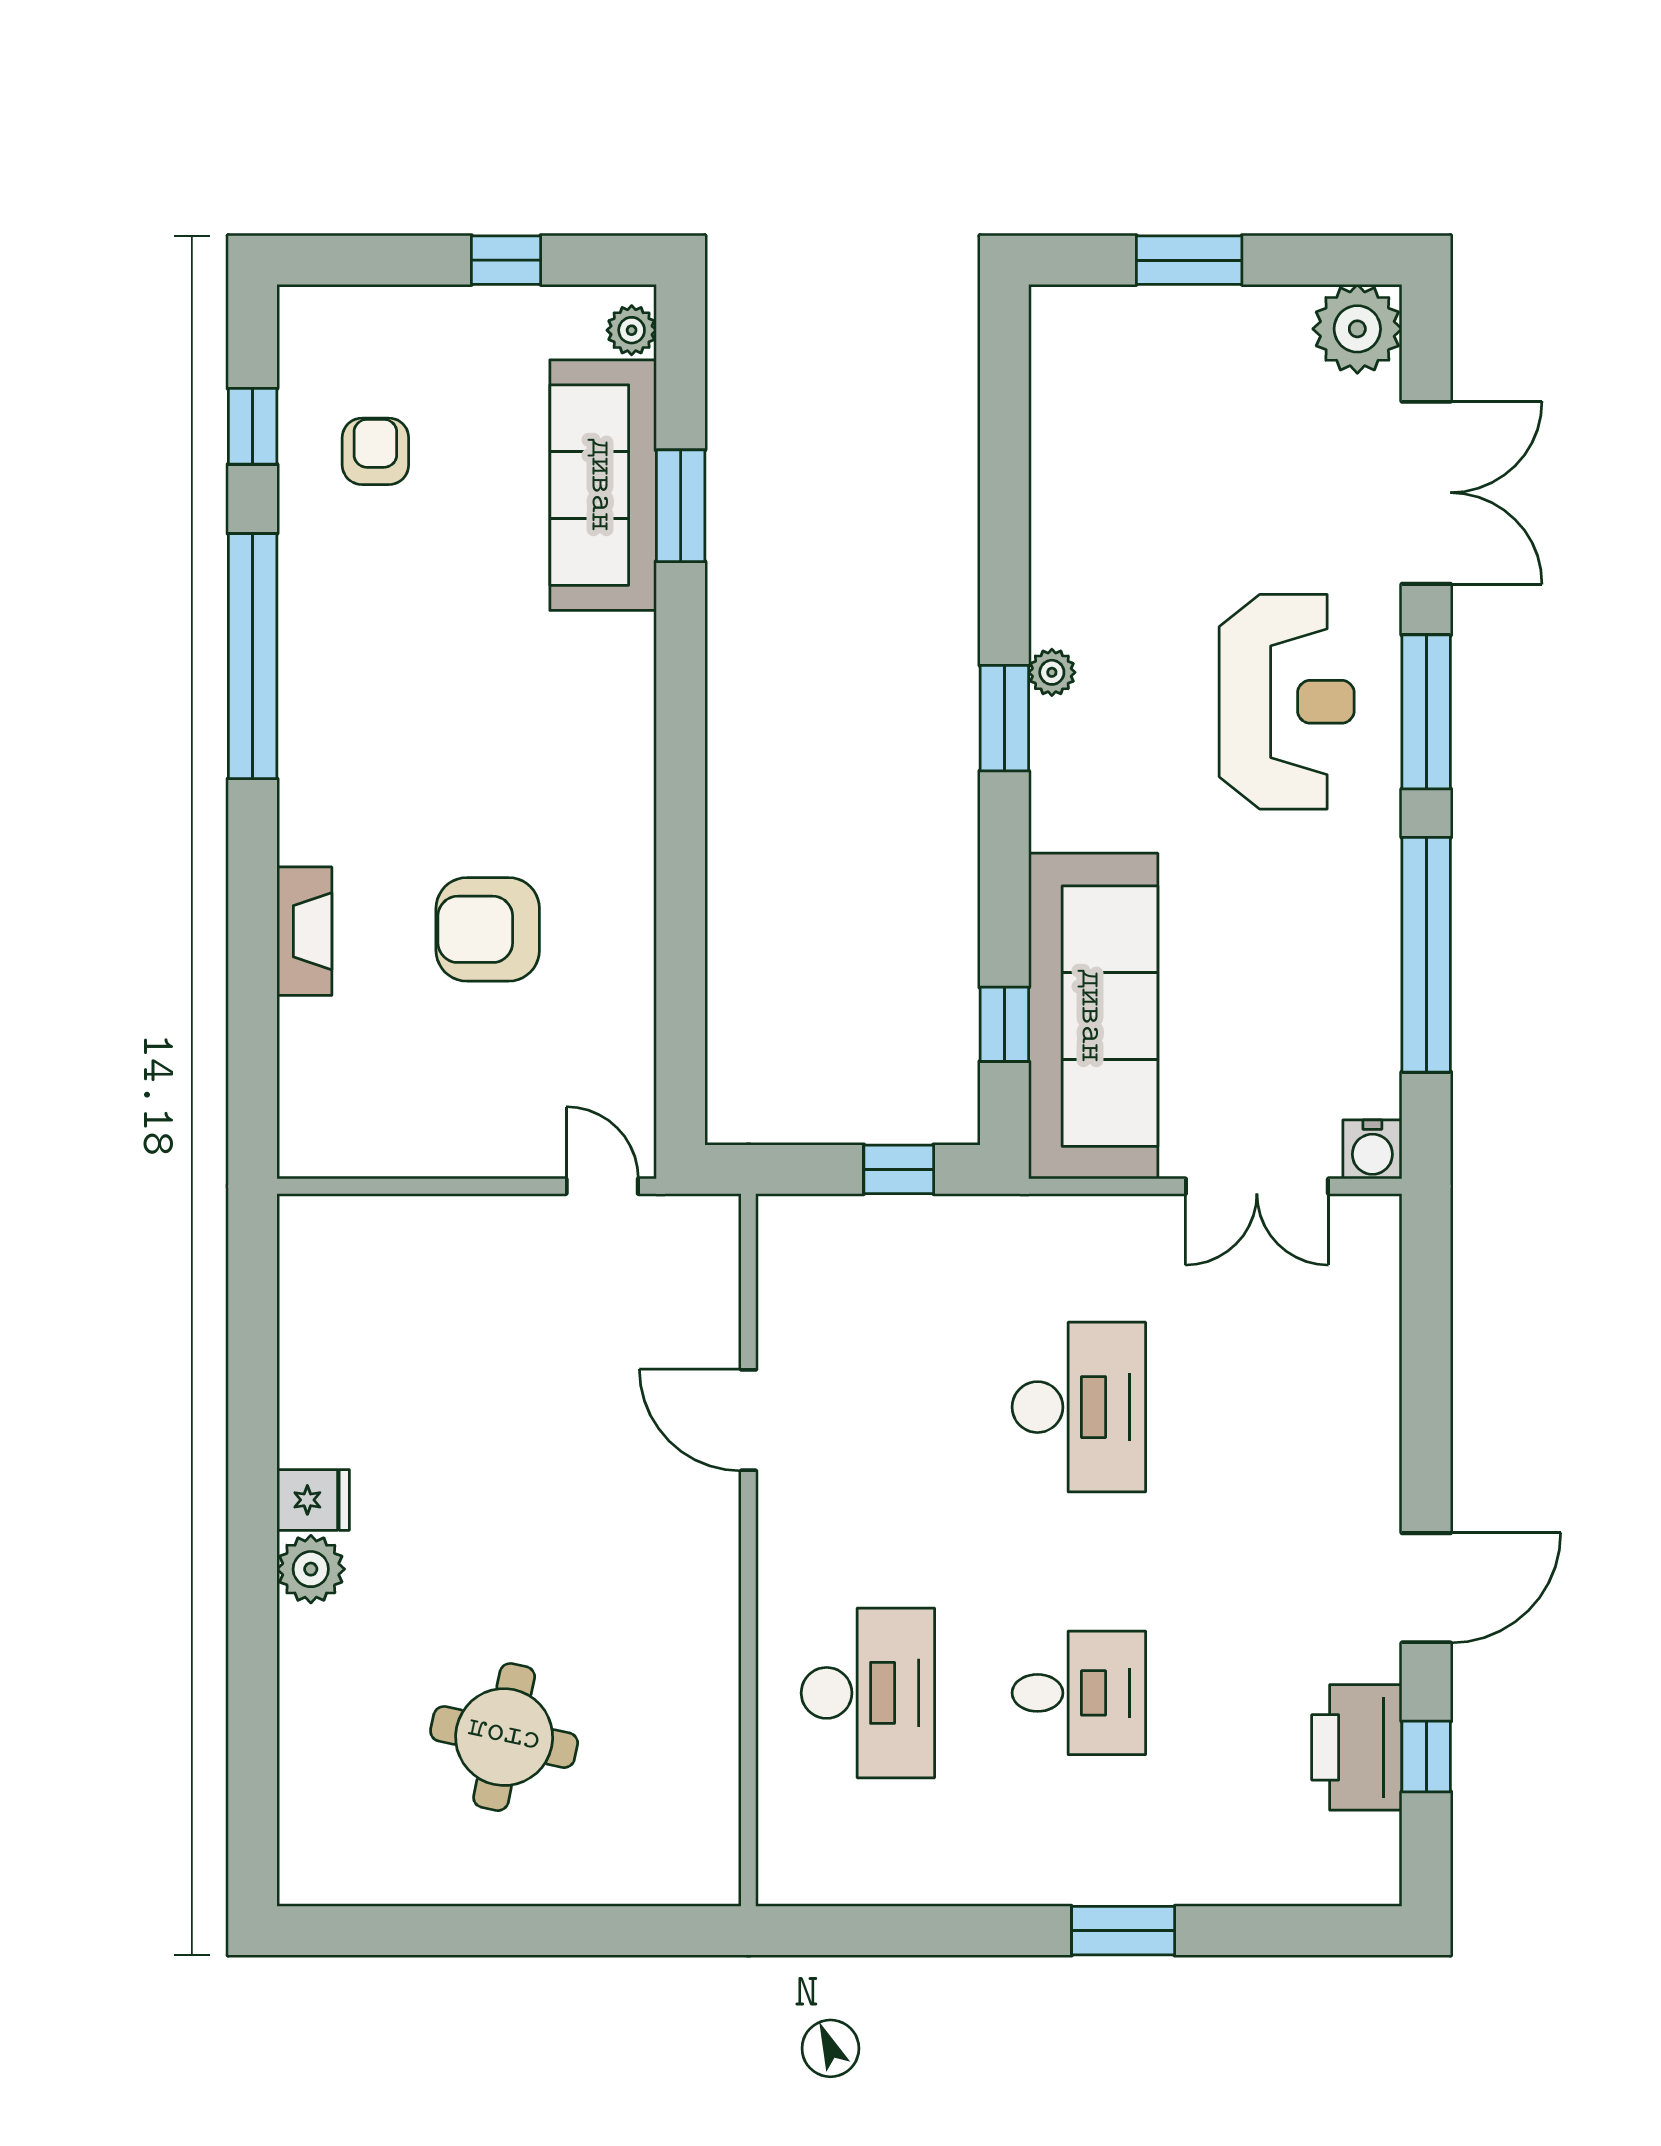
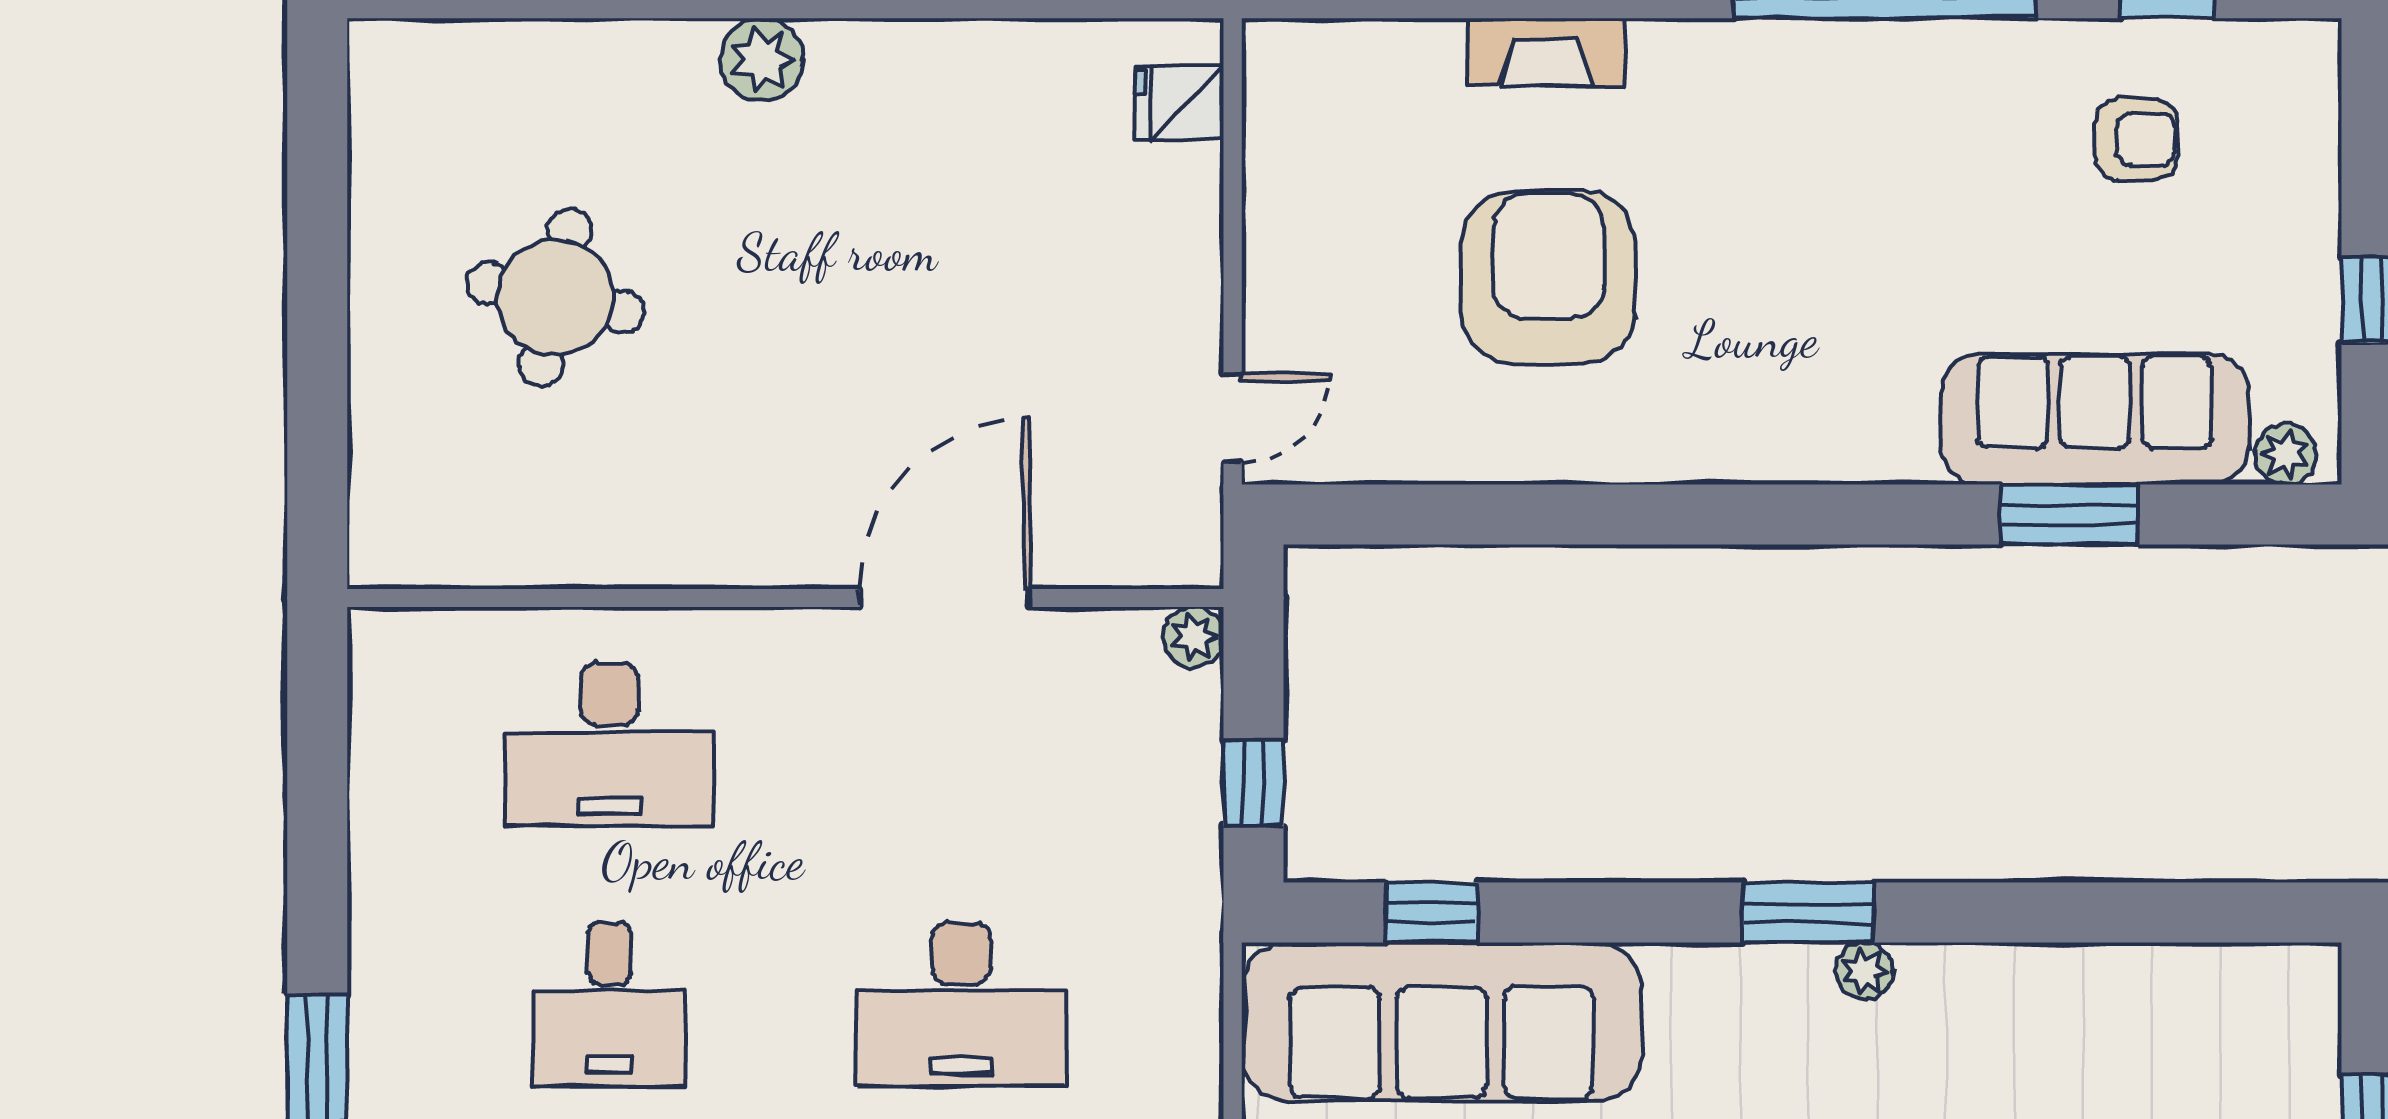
armchair: (488, 929) -> (1548, 277), width x1.36, depth x1.36
plant: (780, 1218) -> (1194, 637), added
door: (748, 1420) -> (945, 598), width x1.36
fridge: (313, 1500) -> (1179, 102), moved, turned 90

